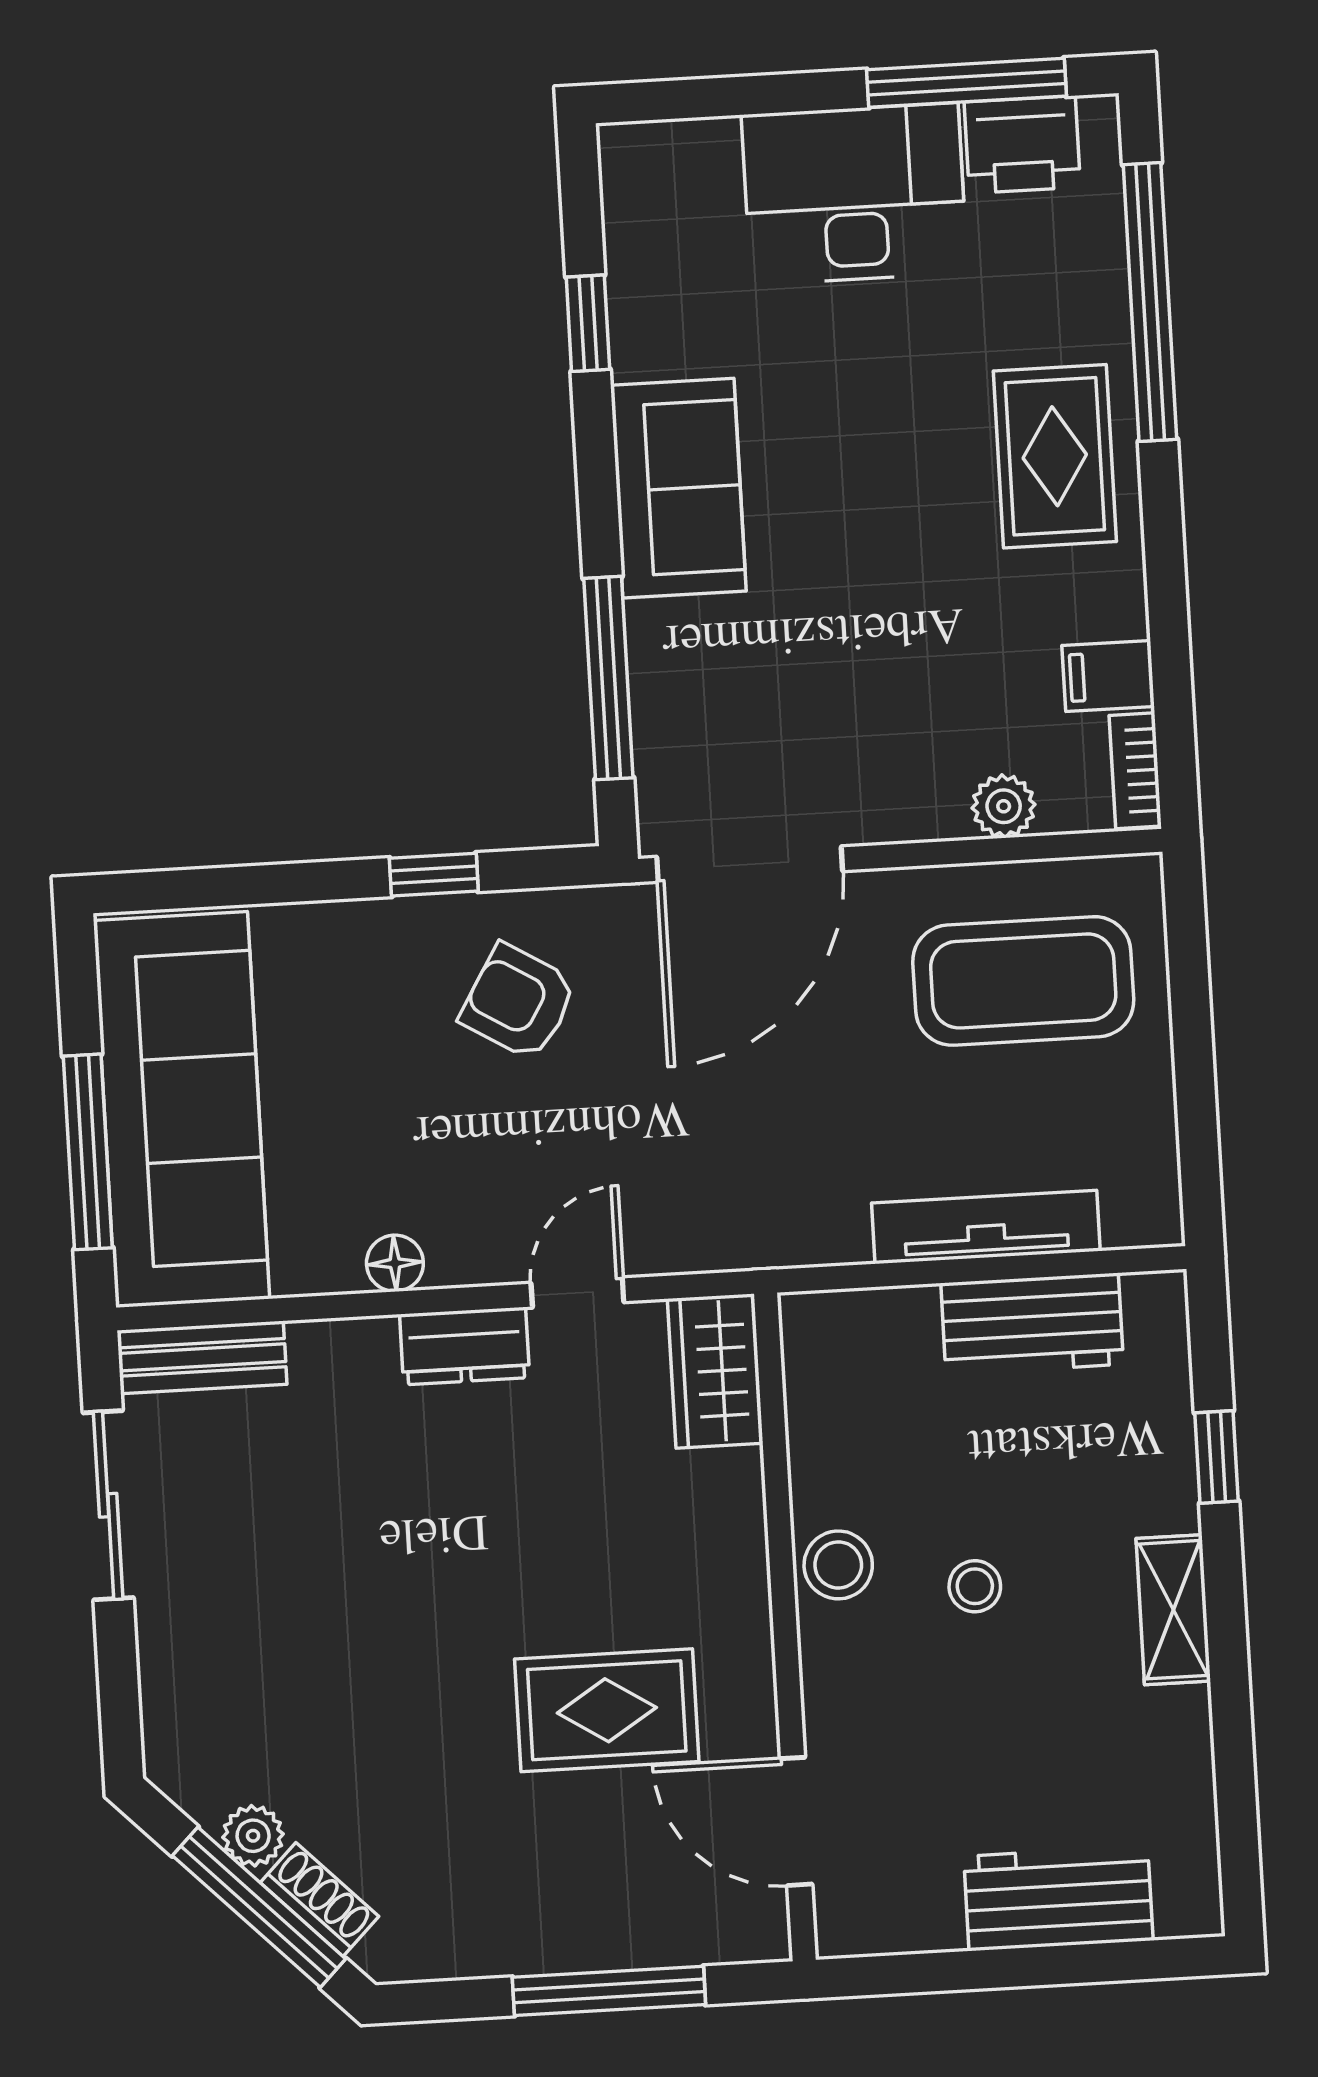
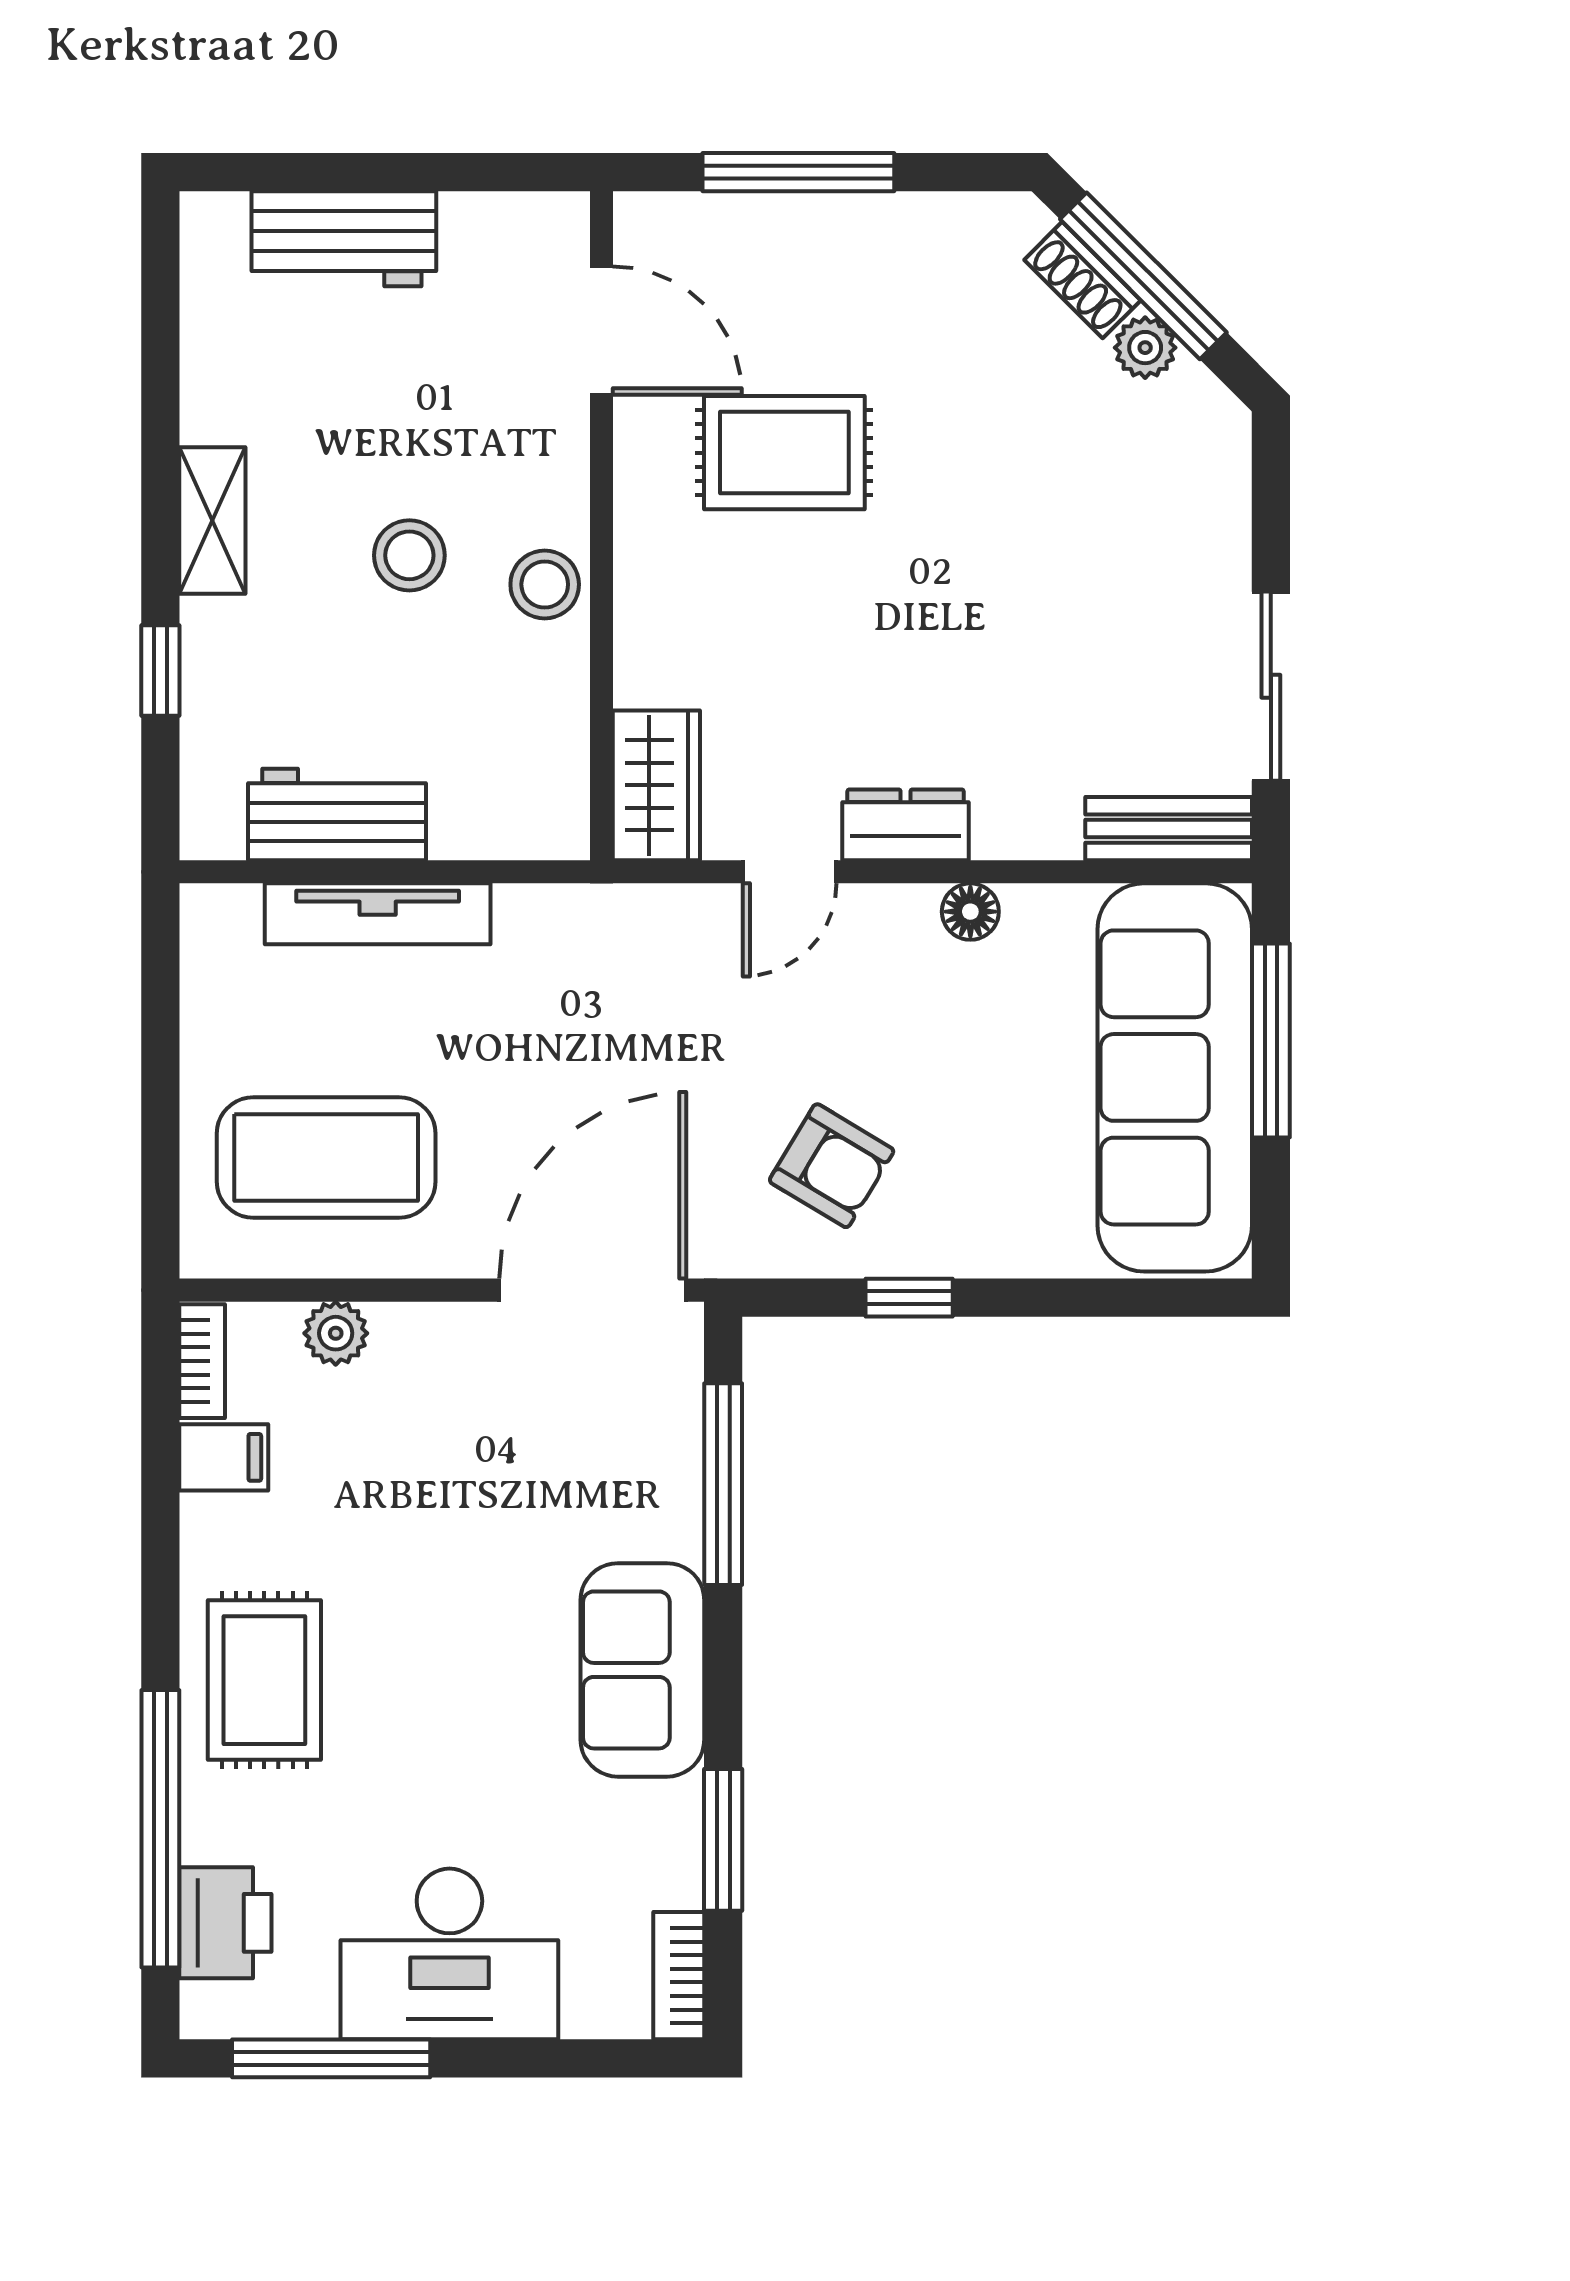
printer: (1022, 145) -> (225, 1923), moved, turned 90
bookcase: (625, 185) -> (679, 1976), added
window: (588, 323) -> (723, 1840), width x1.50
stool: (975, 1586) -> (409, 555), width x1.37, depth x1.37

